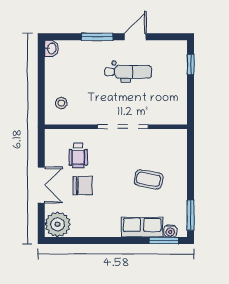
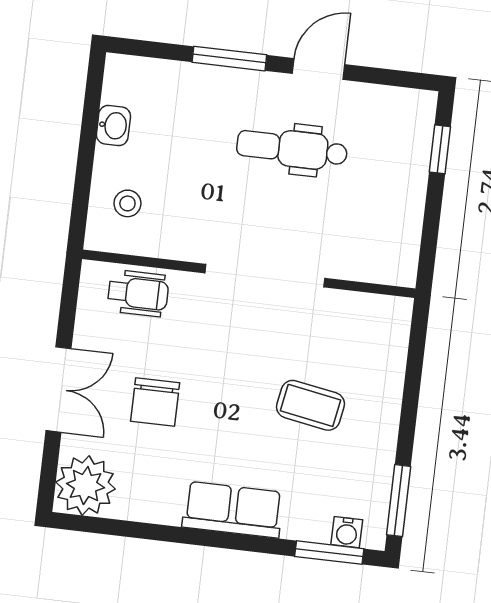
washbasin: (51, 48) -> (113, 126), moved
dental chair: (128, 72) -> (292, 149), turned 180
wheelchair: (78, 155) -> (138, 293), moved, turned -90
chair: (83, 186) -> (155, 402), turned 90
row of seats: (142, 227) -> (233, 510), moved

